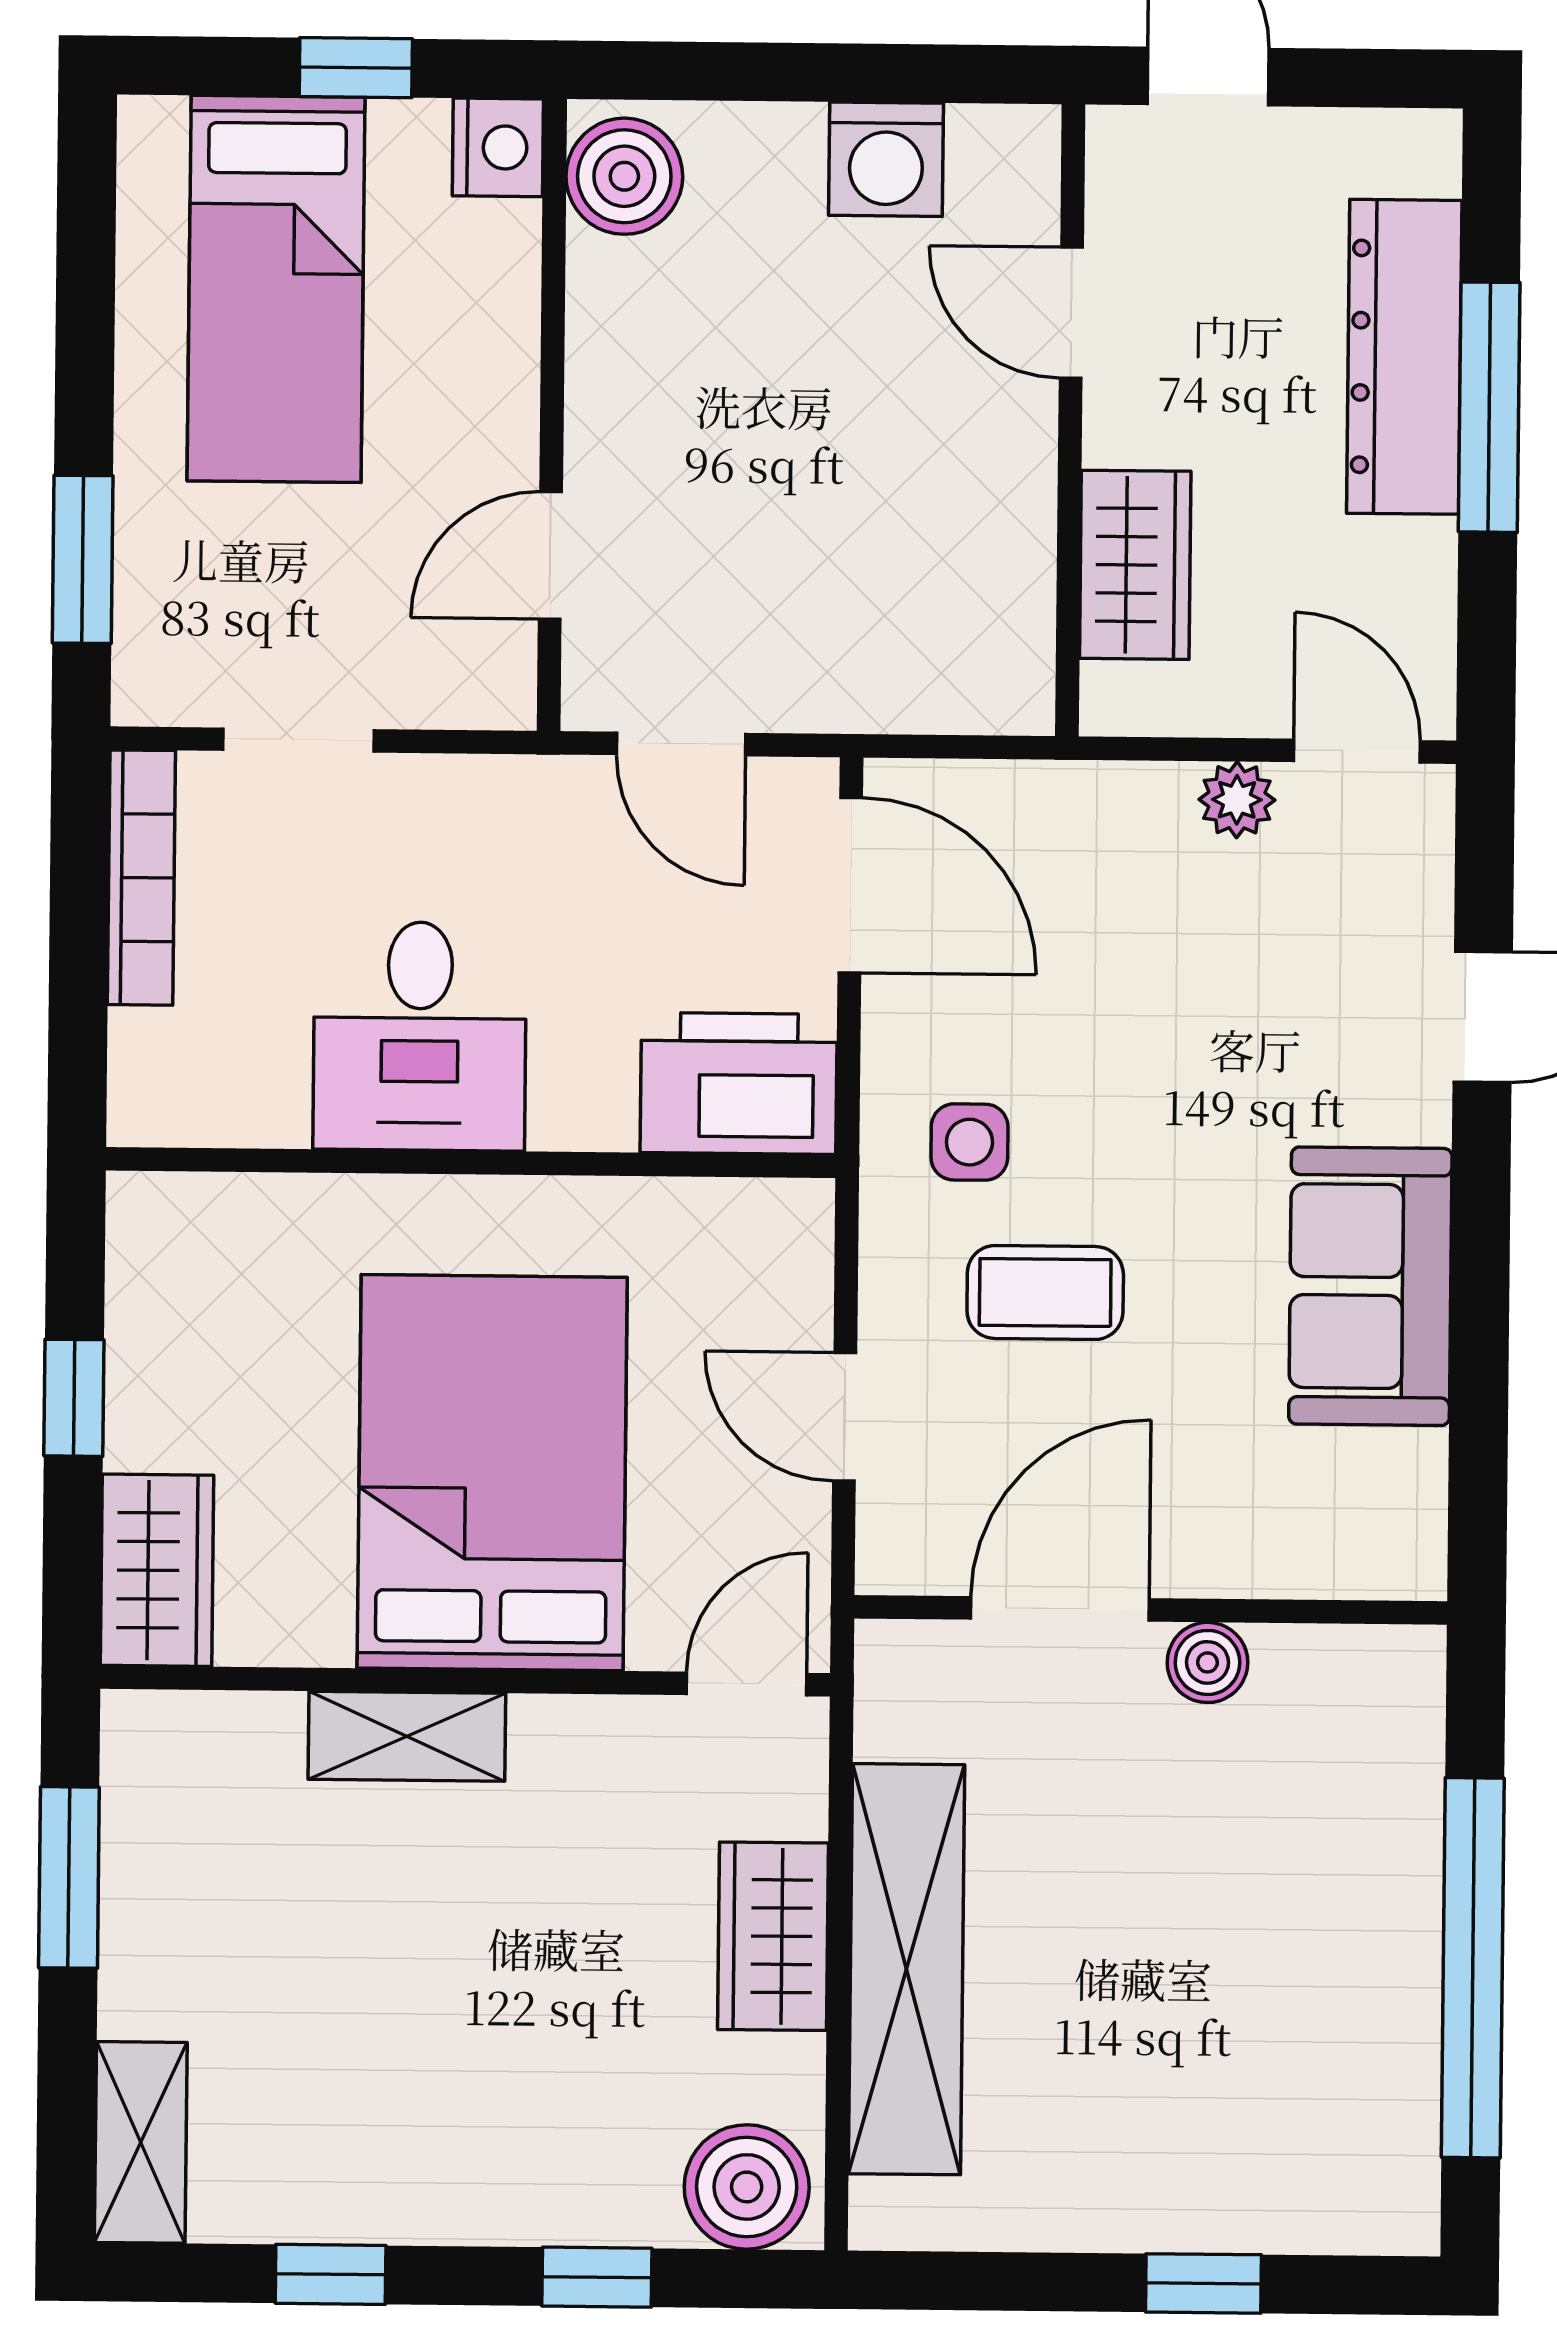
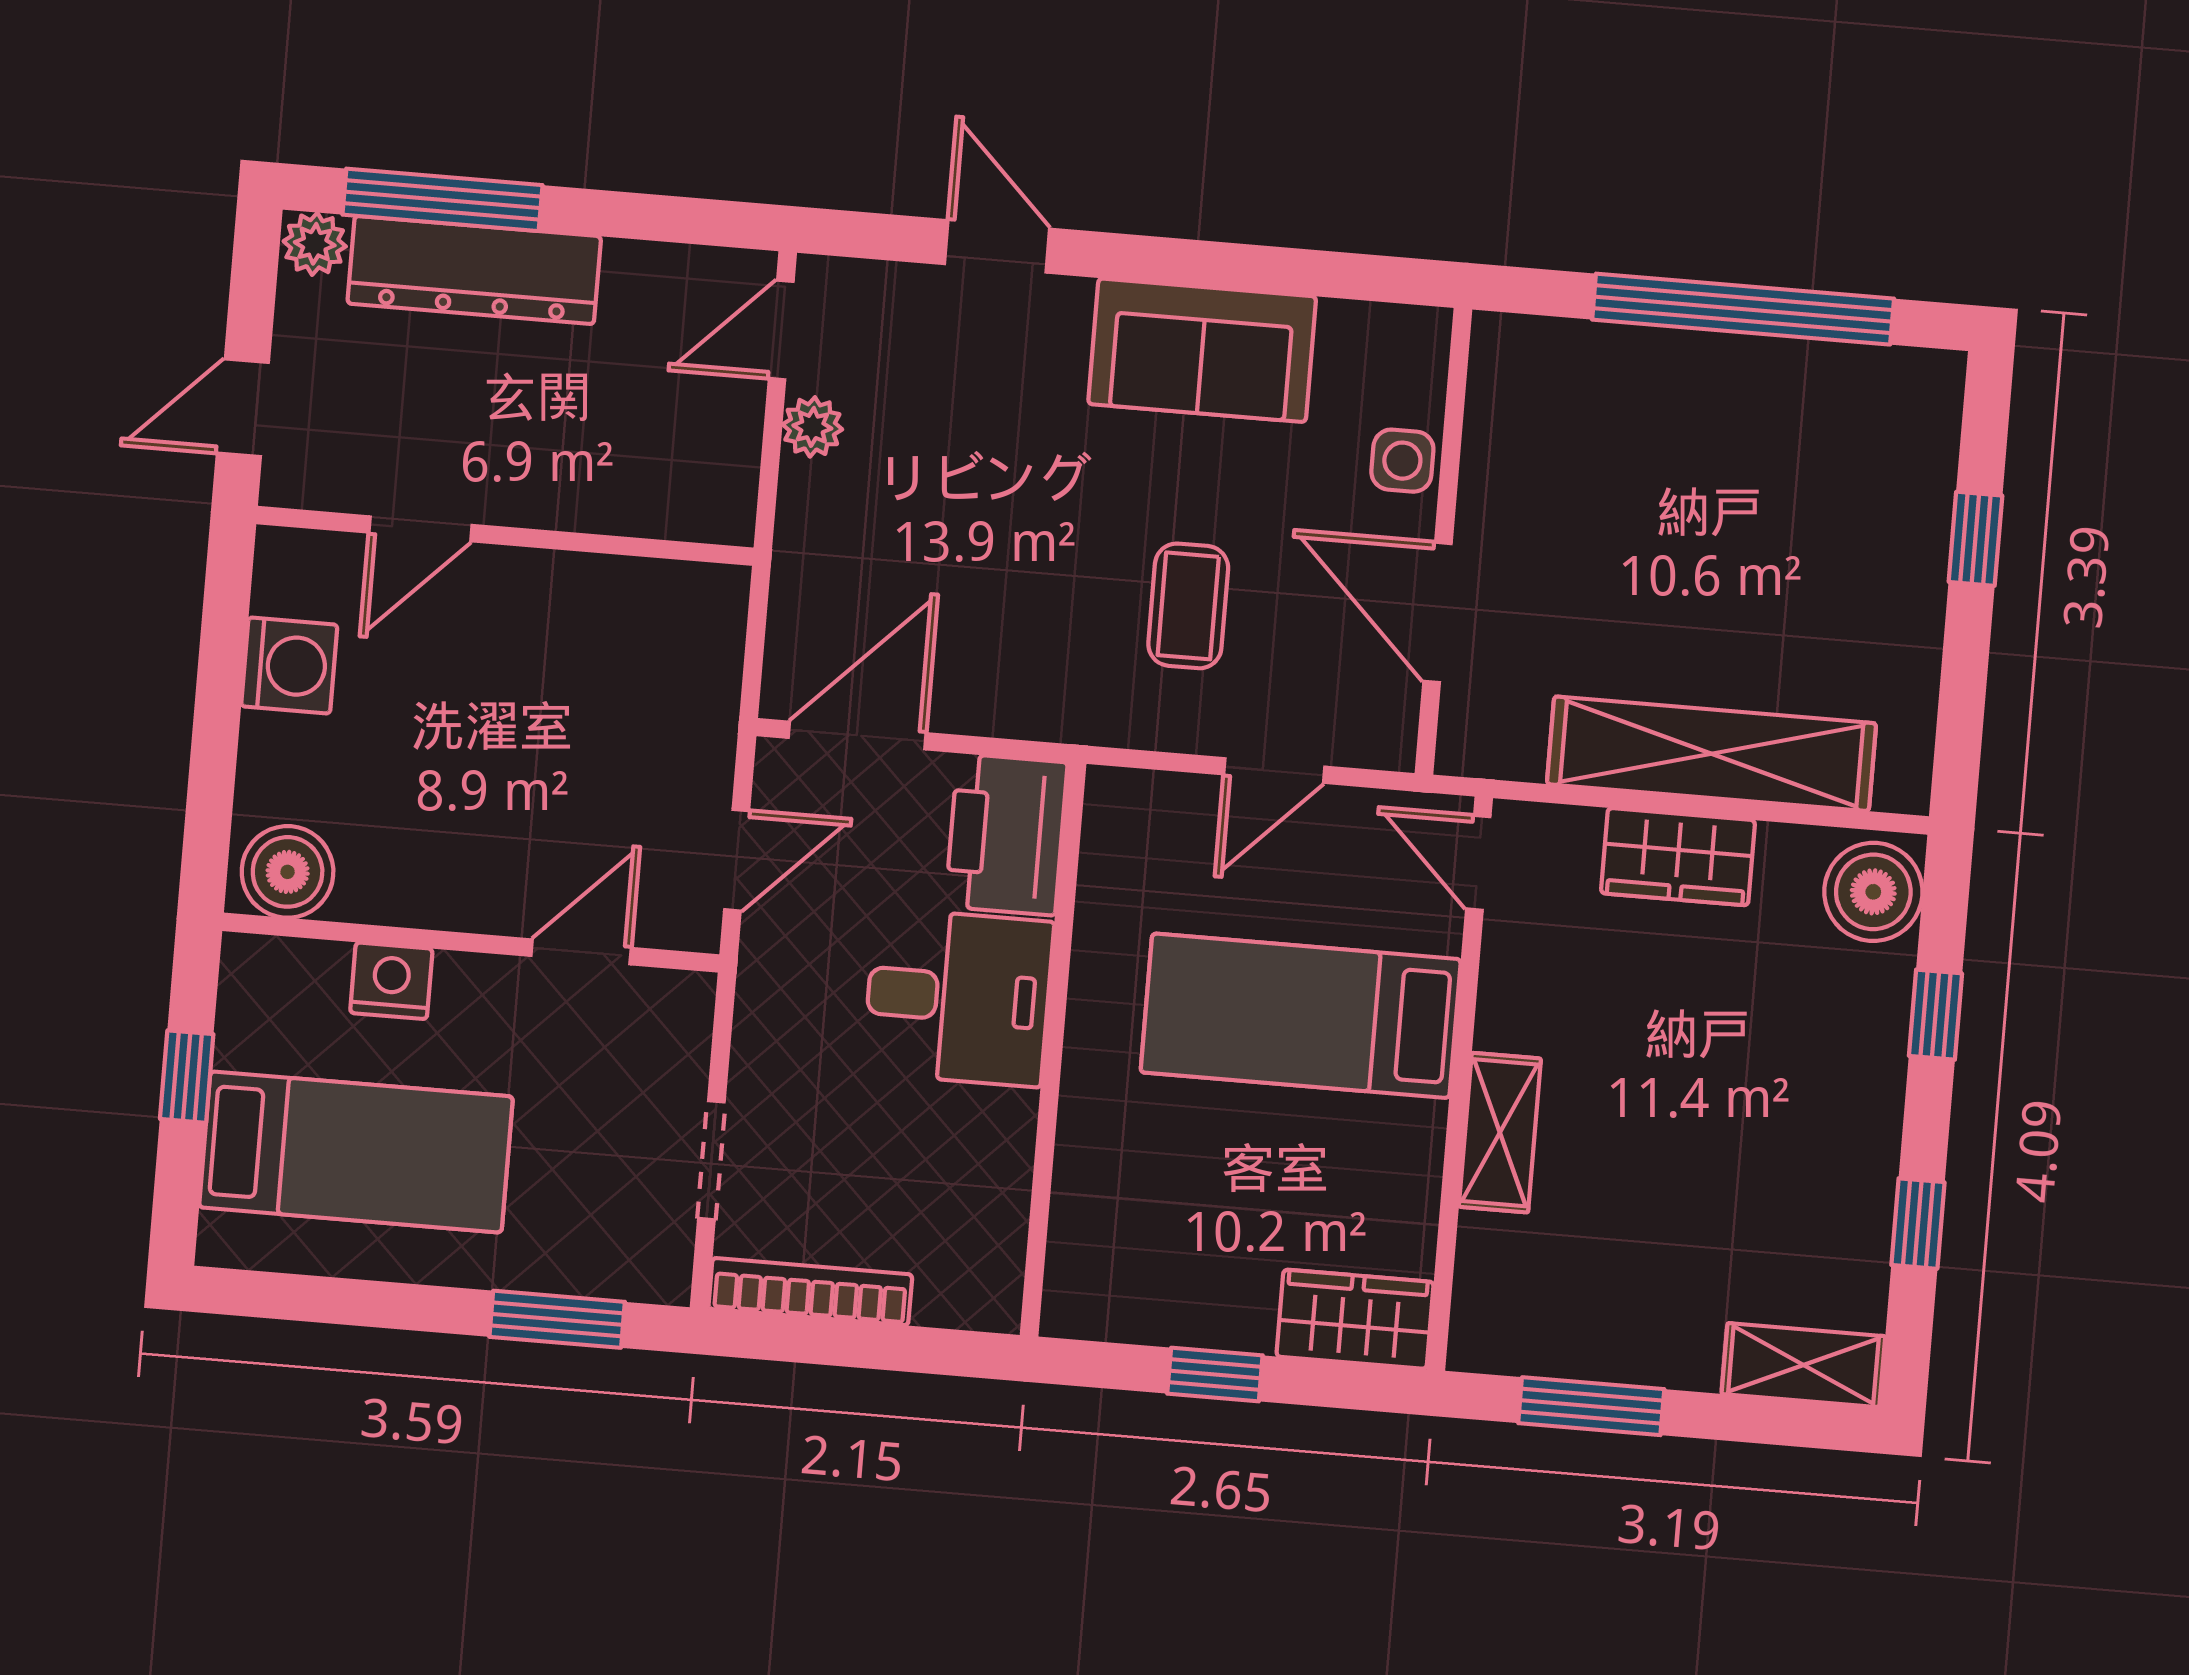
nightstand: (498, 147) -> (391, 981), moved
plant: (1423, 152) -> (315, 244), added
window: (1489, 407) -> (443, 200), moved
door: (550, 556) -> (581, 952), swing flipped
wardrobe: (1135, 565) -> (622, 493), removed
desk: (420, 1036) -> (958, 997), moved
side table: (969, 1142) -> (1402, 461), moved
bed: (492, 1473) -> (1301, 1016), width x0.67
boiler: (1207, 1662) -> (1488, 500), removed

